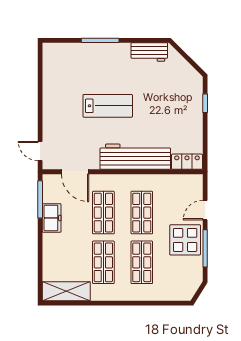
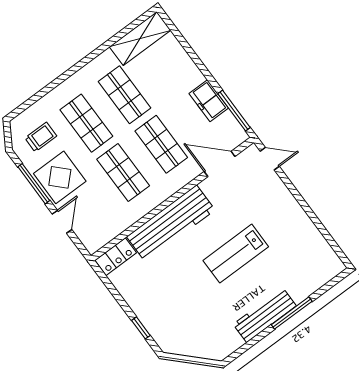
workbench: (149, 52) -> (265, 315), moved, width x1.38
trolley: (178, 275) -> (41, 137), added

